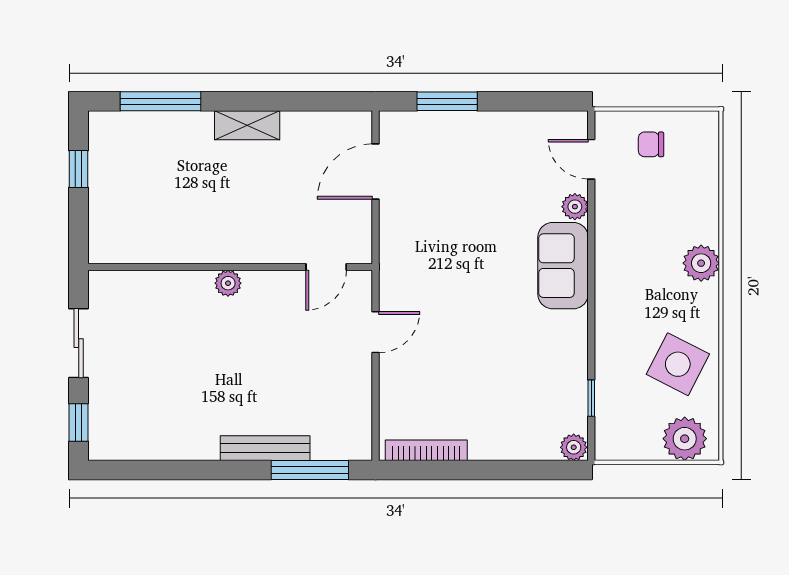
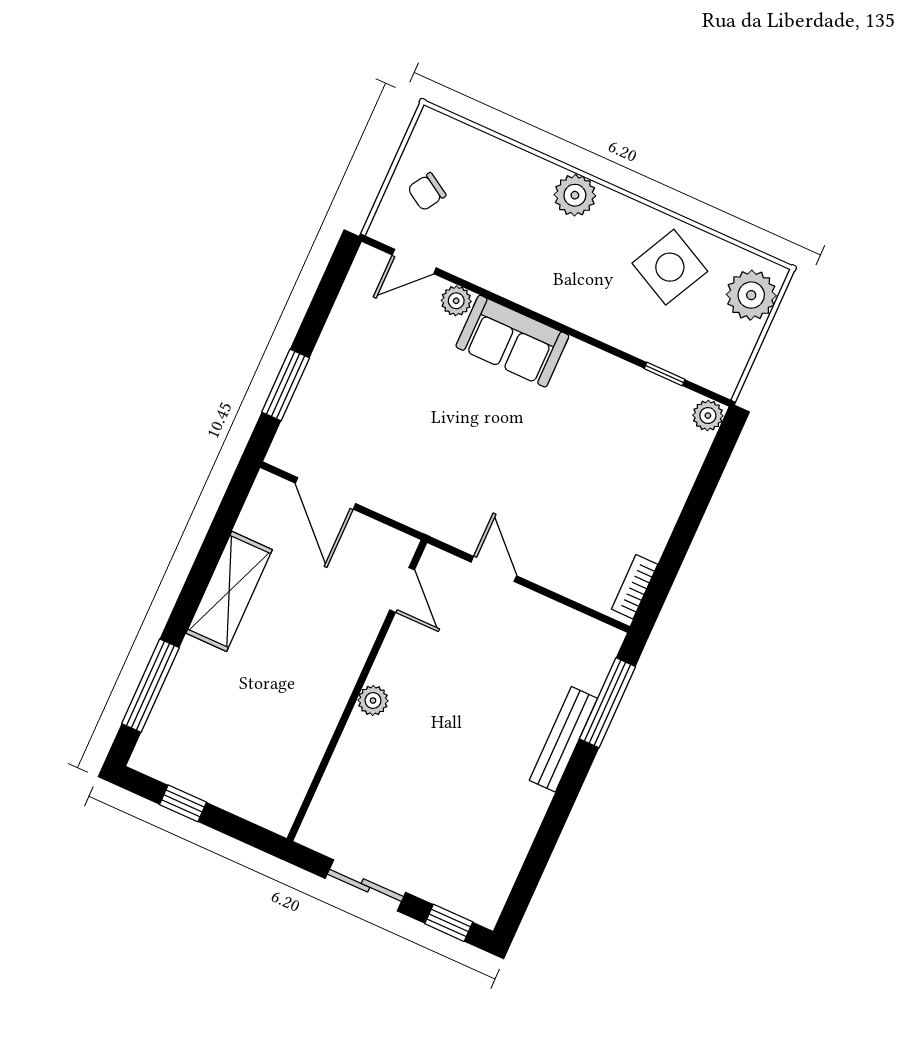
shelving: (247, 125) -> (229, 591), width x1.50, depth x1.33
chair: (651, 144) -> (427, 192), turned 32
bookcase: (426, 450) -> (635, 587), width x0.64

